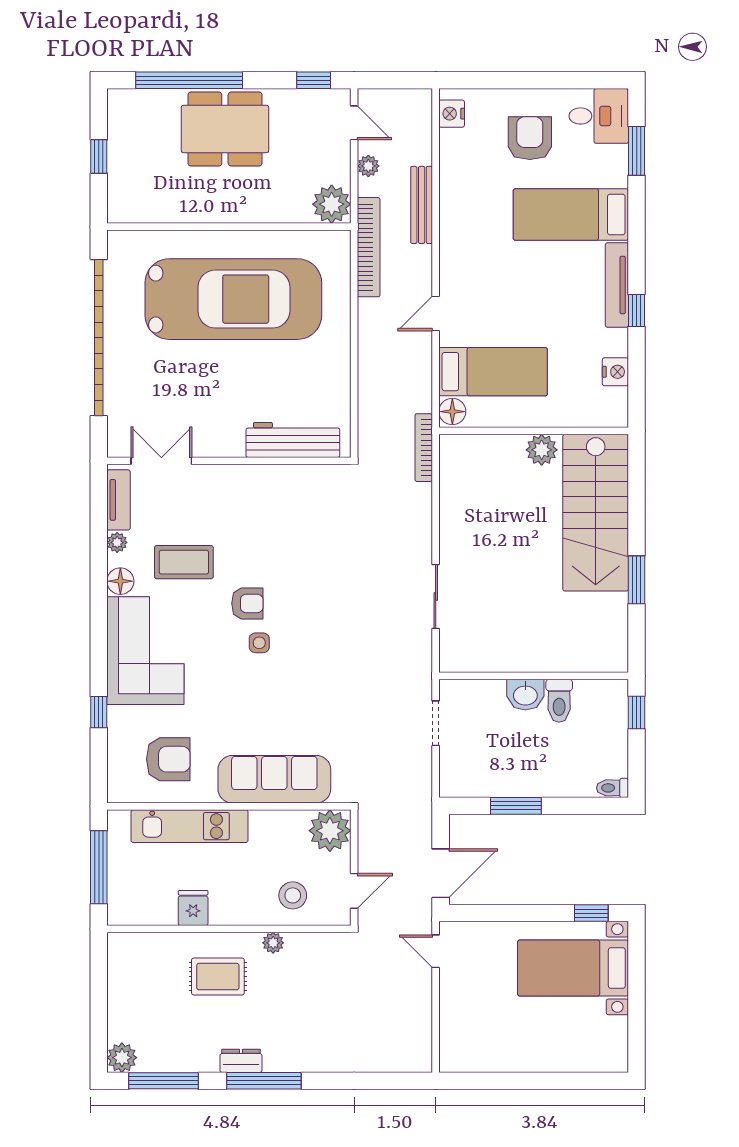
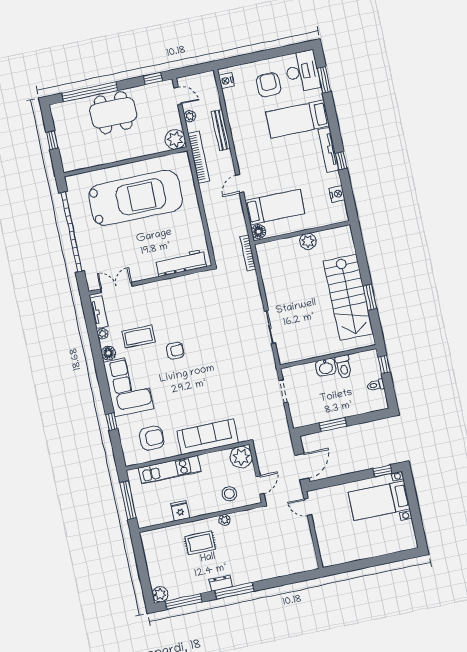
desk: (599, 116) -> (302, 71), width x1.37
stairs: (596, 513) -> (348, 297), moved
side table: (259, 643) -> (185, 369), removed
toilet: (613, 788) -> (376, 385), moved

